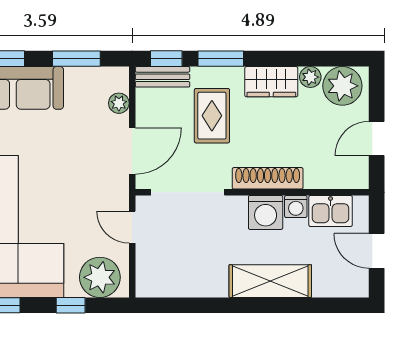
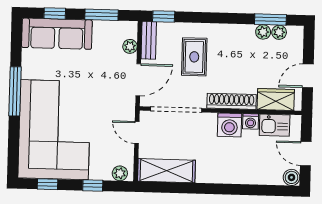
window: (221, 59) -> (270, 19), moved
bench: (162, 77) -> (149, 40), moved, turned 90
wardrobe: (271, 82) -> (276, 99), moved, turned 180
plant: (342, 86) -> (279, 32), width x0.53, depth x0.53
plant: (100, 277) -> (120, 173), width x0.53, depth x0.53
shelving: (270, 281) -> (166, 171), moved
boiler: (357, 286) -> (291, 177), added

